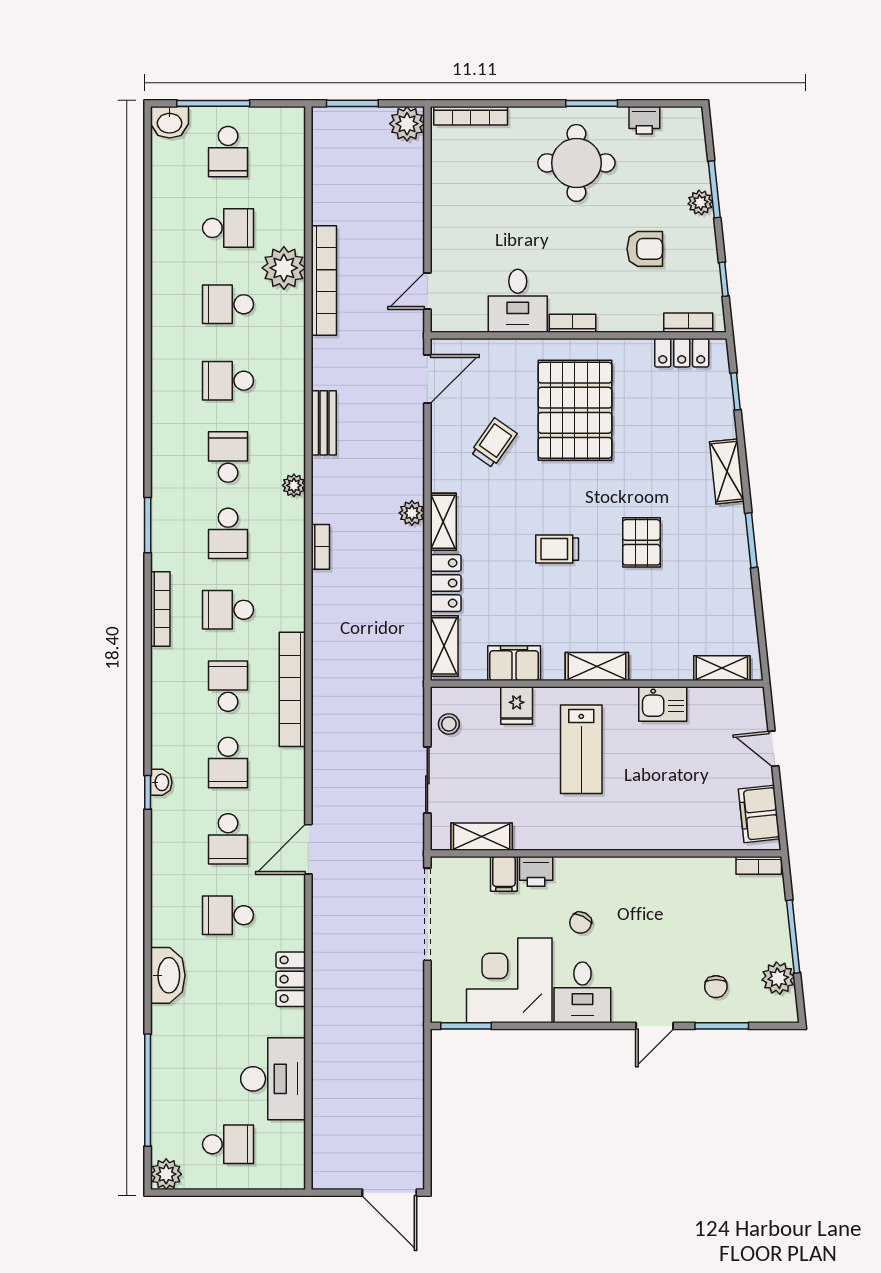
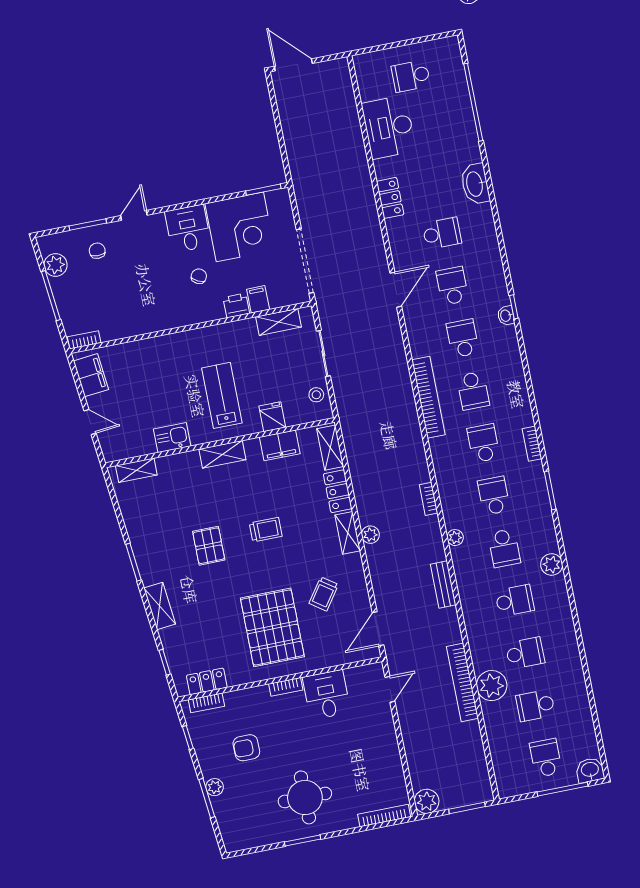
printer: (644, 120) -> (264, 836), removed
bookcase: (160, 609) -> (532, 444), width x0.64
school desk: (228, 610) -> (483, 443), turned -90
plant: (166, 1174) -> (552, 564), moved

